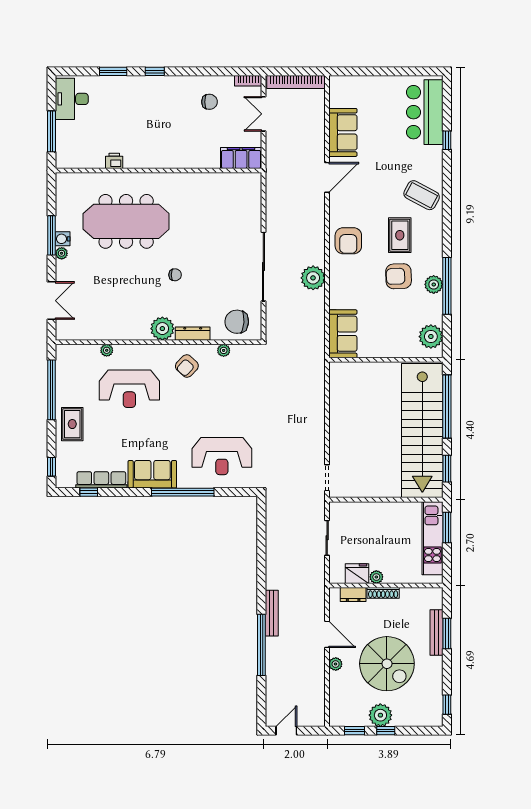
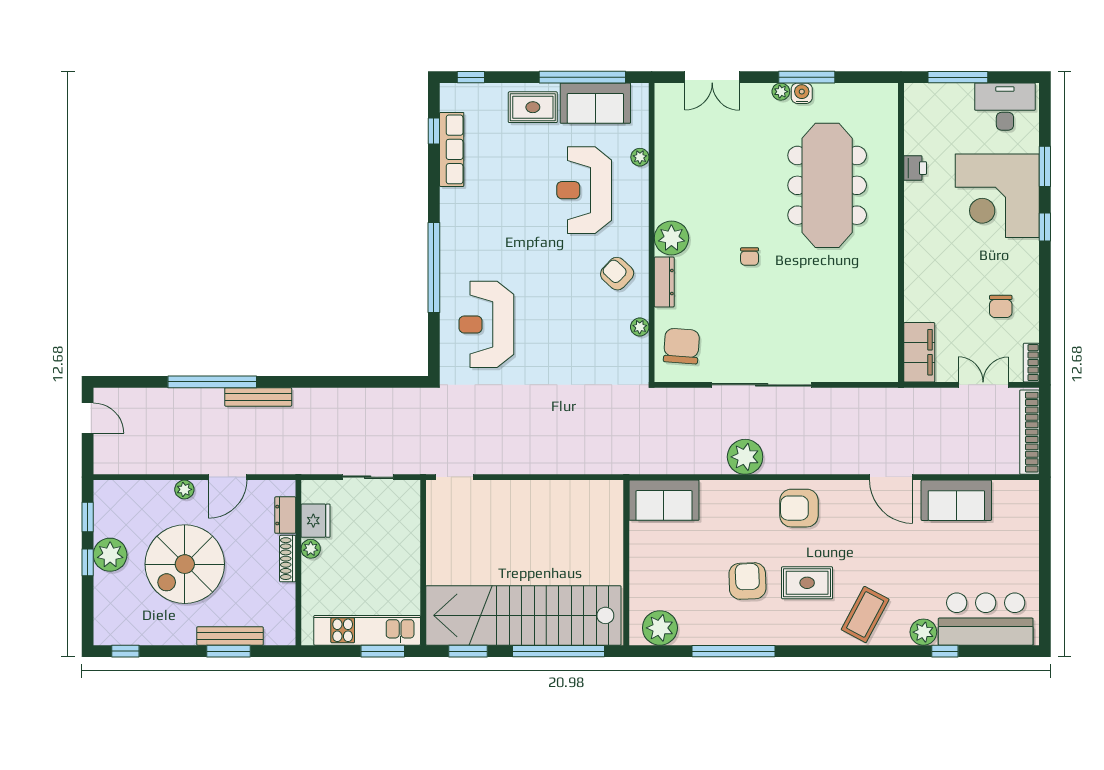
corner desk: (133, 104) -> (997, 196), added
plant: (434, 284) -> (923, 632), moved
sofa: (152, 474) -> (595, 103), moved, turned 90

